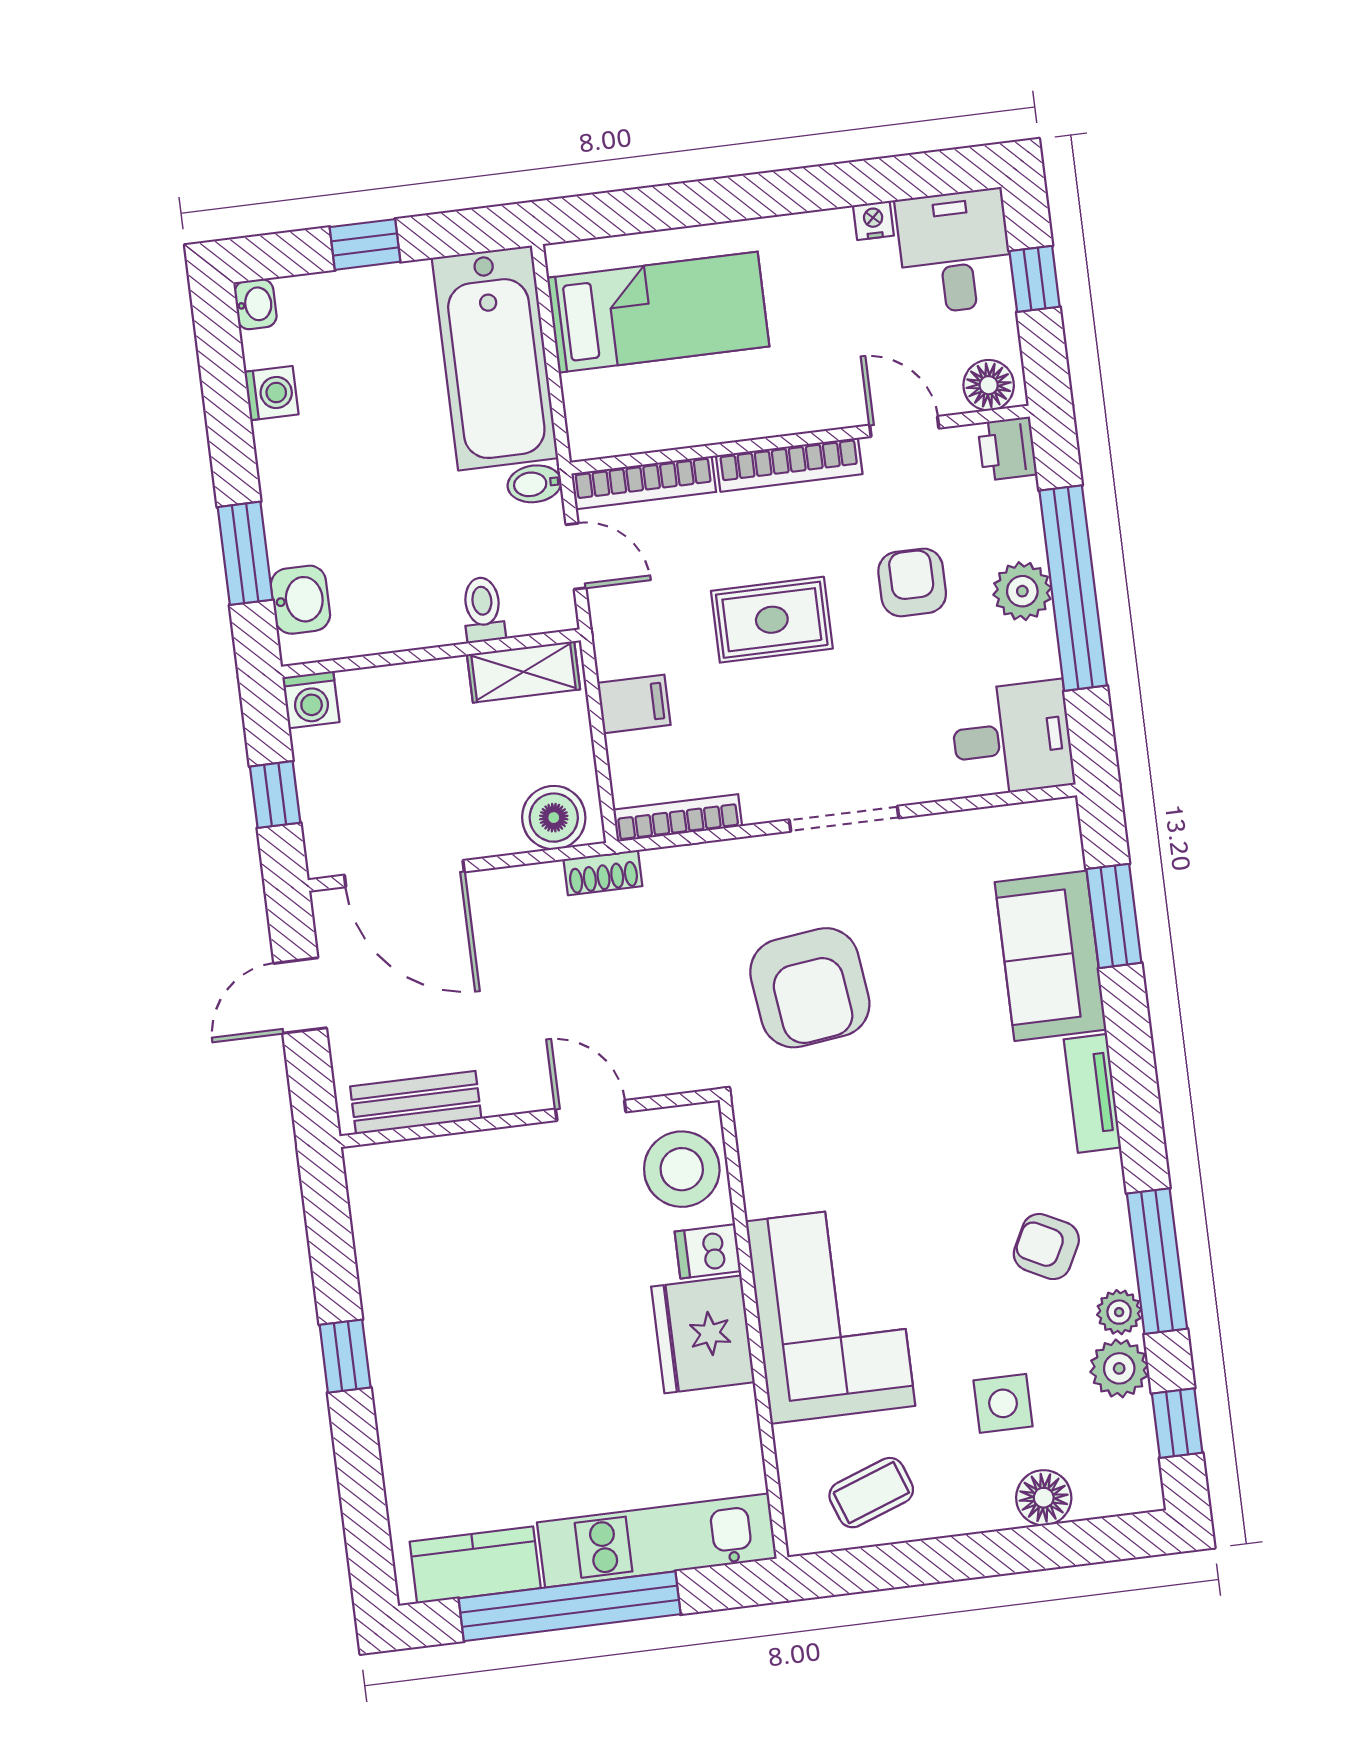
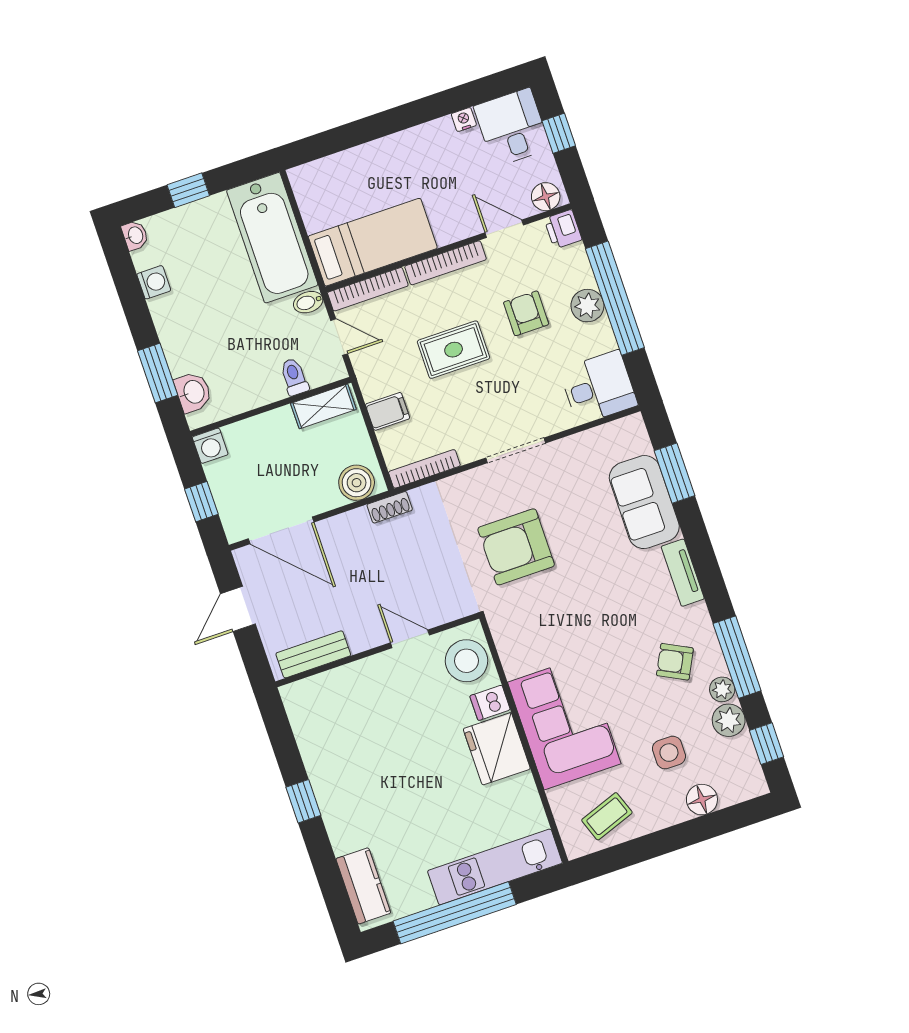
bed: (658, 312) -> (373, 242), moved
armchair: (810, 988) -> (516, 547), turned 97
kitchen counter: (475, 1565) -> (363, 886), moved, turned 90

